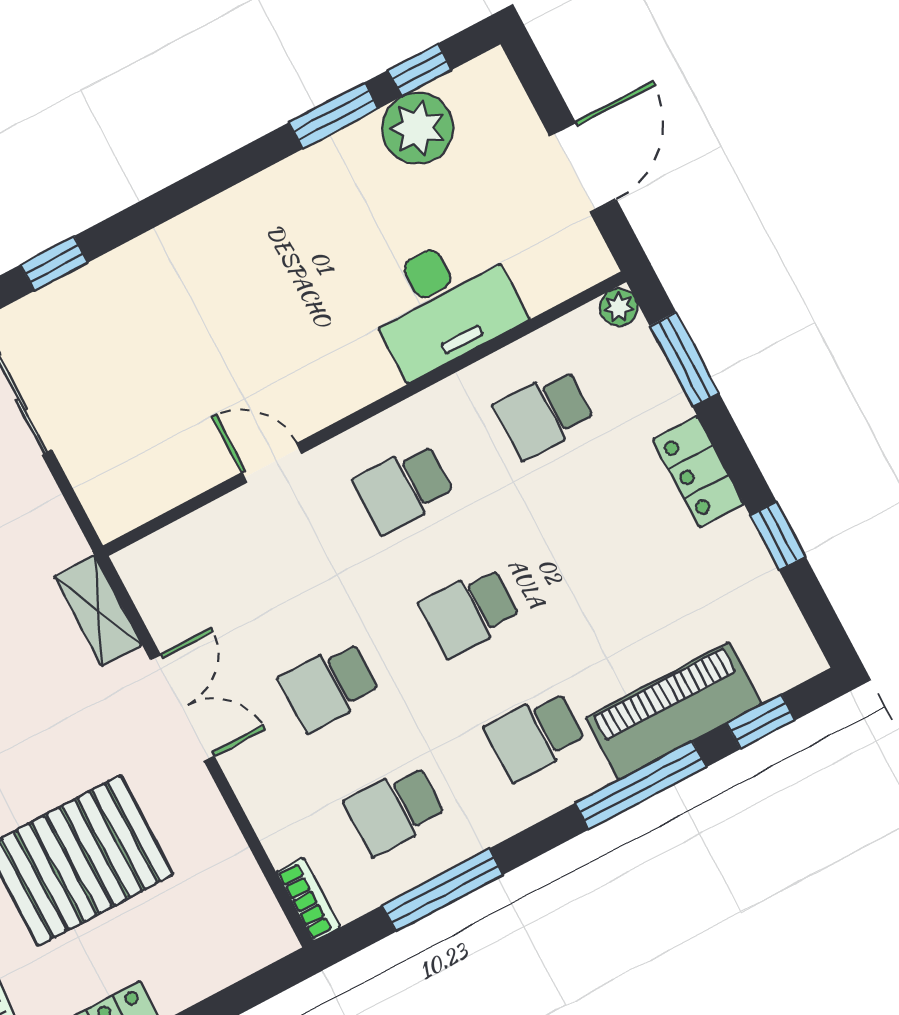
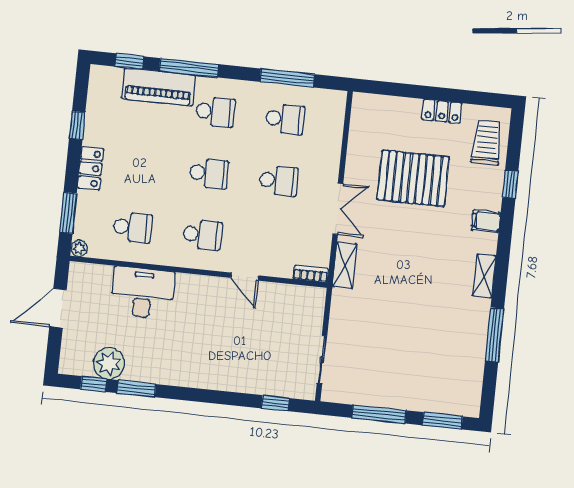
double door: (182, 708) -> (338, 209), swing flipped
bookcase: (308, 900) -> (311, 274), moved, turned 90

